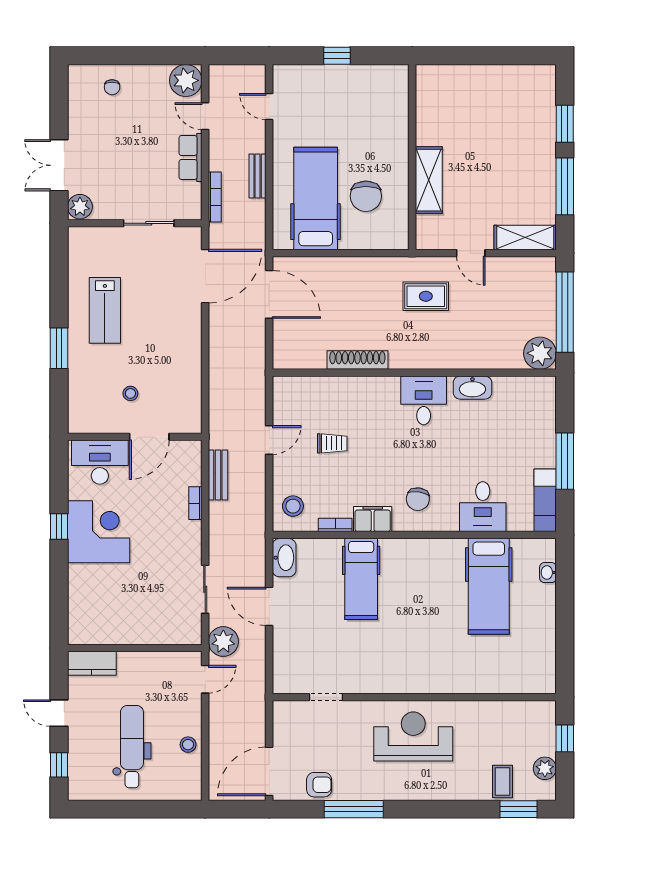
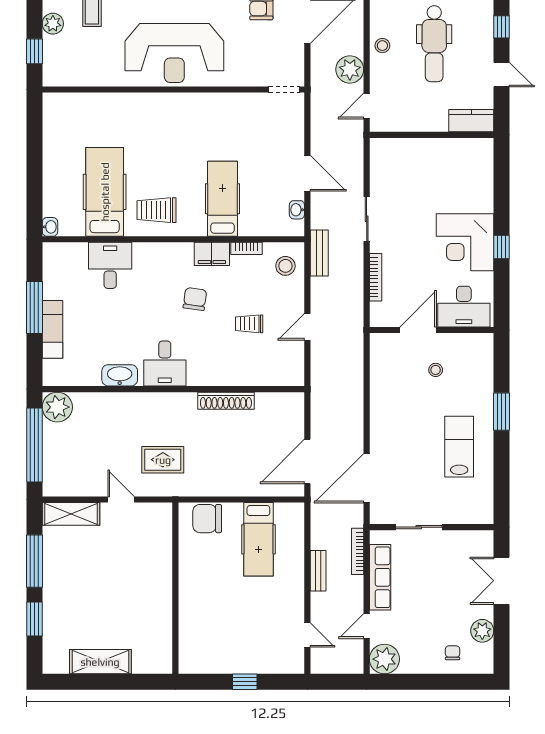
door: (205, 116) -> (367, 626), swing flipped
row of seats: (190, 158) -> (380, 577), width x1.48
double door: (59, 165) -> (502, 581), swing flipped
shelving: (429, 180) -> (100, 662), moved, turned 90
chair: (366, 196) -> (207, 519), moved, turned -90
hospital bed: (316, 199) -> (258, 539), width x0.73, depth x0.78
plant: (80, 207) -> (482, 631), moved
door: (269, 294) -> (307, 461), hinge flipped
bench: (218, 475) -> (319, 253), moved
chair: (418, 499) -> (195, 299), moved
exam couch: (545, 500) -> (52, 329), moved
bookcase: (195, 503) -> (376, 277), width x1.56
washbasin: (284, 558) -> (297, 210), width x0.52, depth x0.69
trolley: (433, 566) -> (156, 210), added
washbasin: (548, 573) -> (50, 227), moved
sliding door: (205, 589) -> (367, 219), moved
plant: (223, 641) -> (350, 69), moved
doorway: (326, 697) -> (284, 89), moved
reception desk: (413, 737) -> (174, 53), width x1.36, depth x1.30

